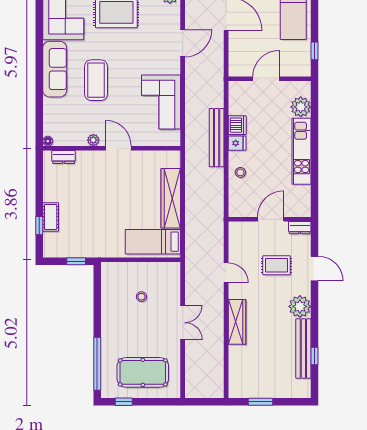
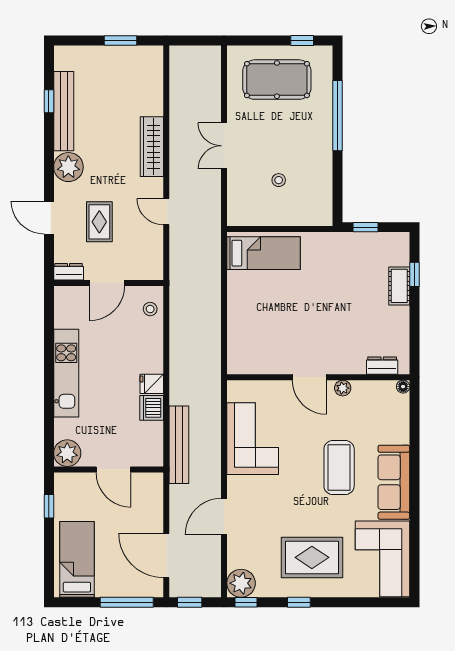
door: (266, 79) -> (113, 469), hinge flipped
plant: (301, 107) -> (67, 453), moved
bench: (217, 138) -> (179, 445), moved
stool: (240, 172) -> (150, 309), moved
wardrobe: (171, 198) -> (240, 311), removed
rug: (277, 265) -> (99, 222), turned 90
window: (97, 364) -> (338, 116), moved

